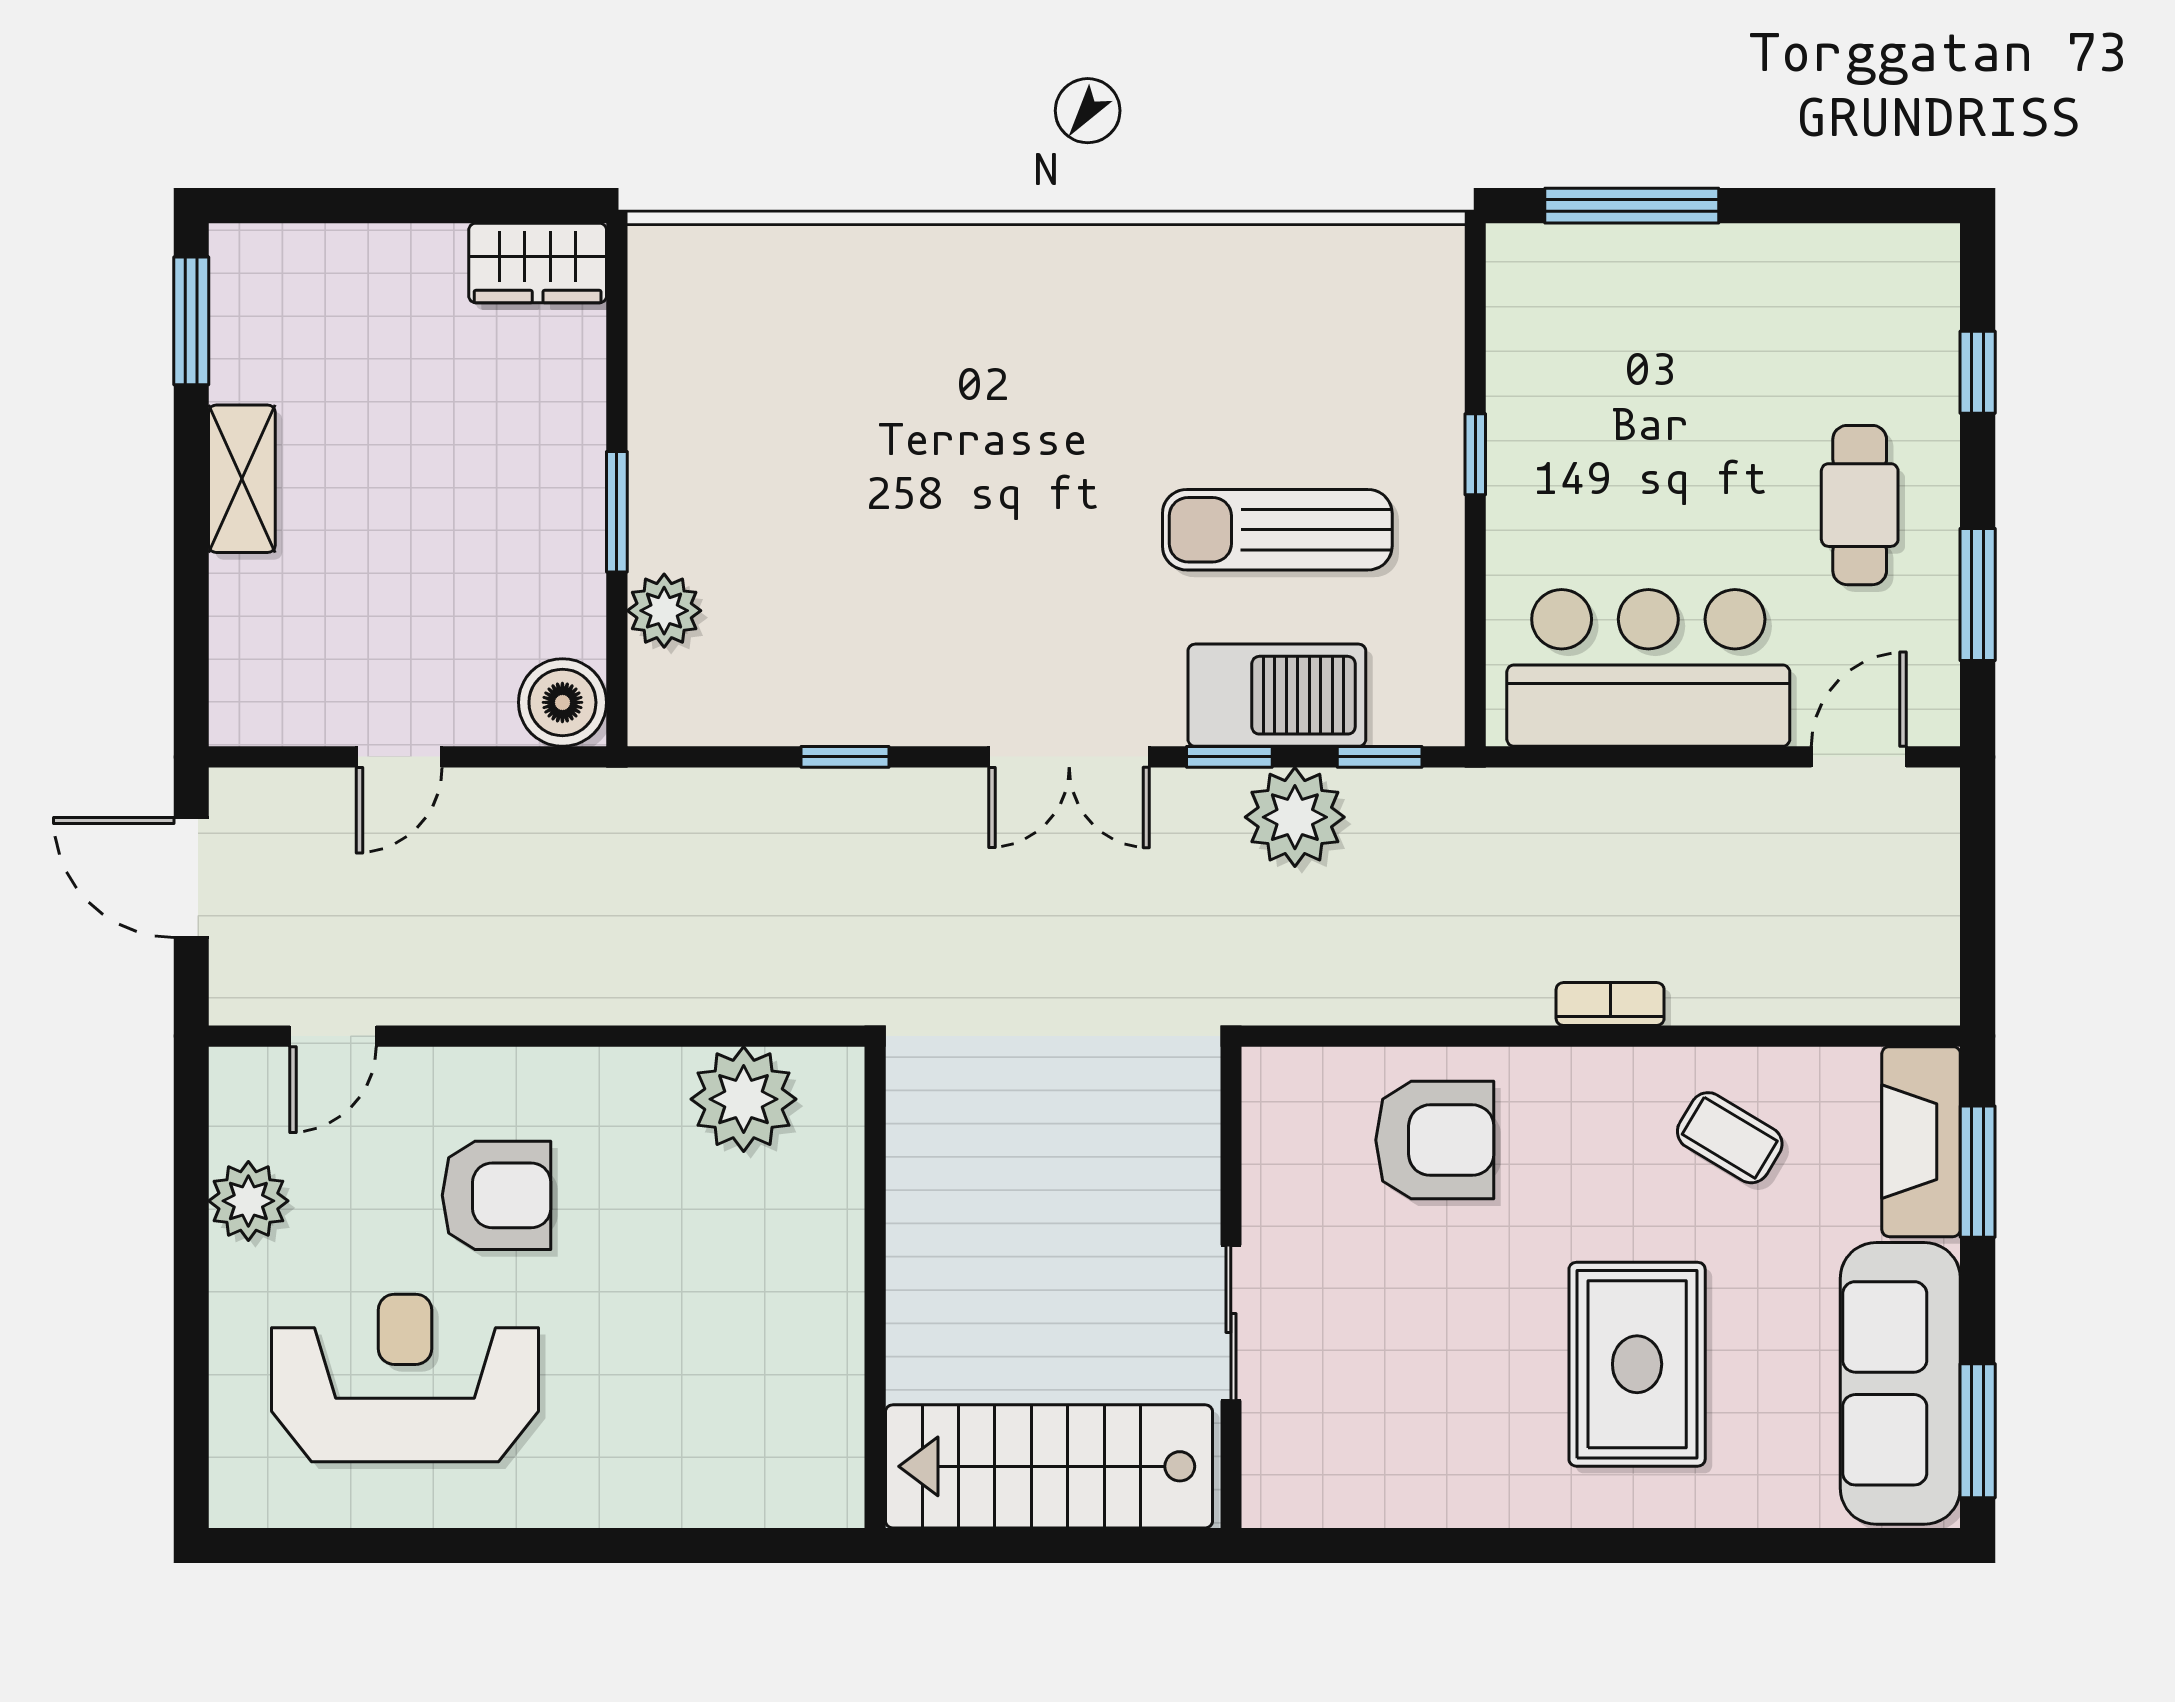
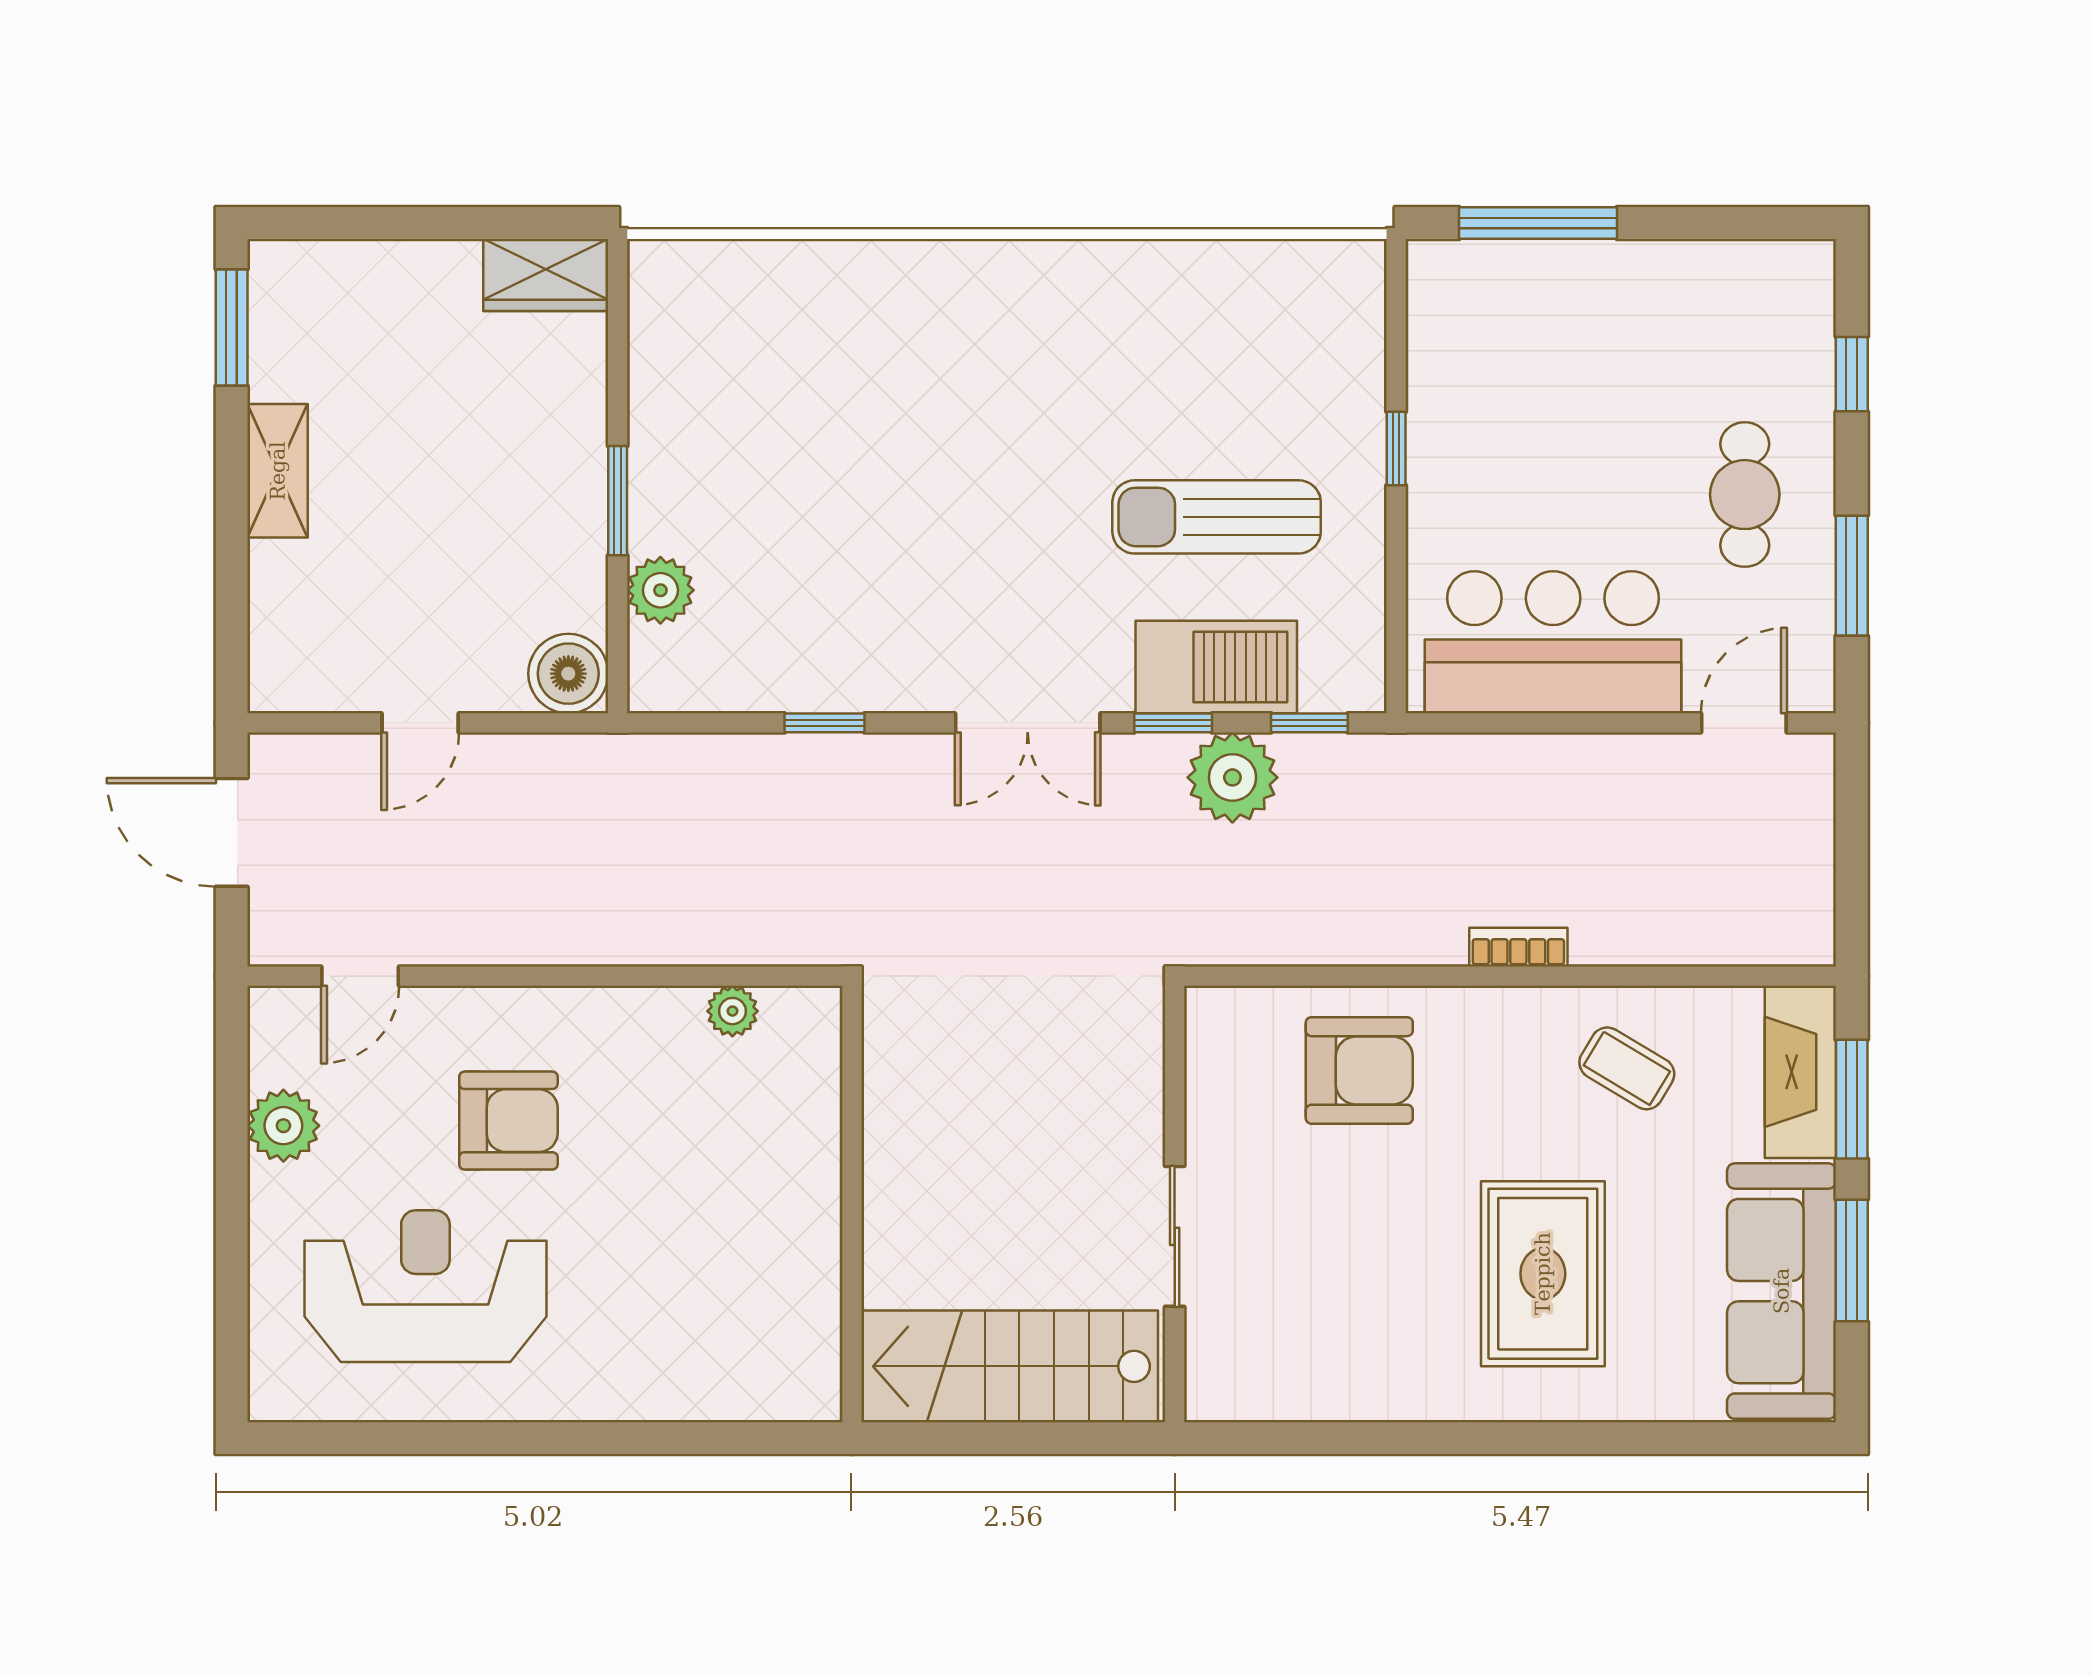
plant: (744, 1099) -> (732, 1011), width x0.53, depth x0.53
window: (1978, 1431) -> (1852, 1261), moved

